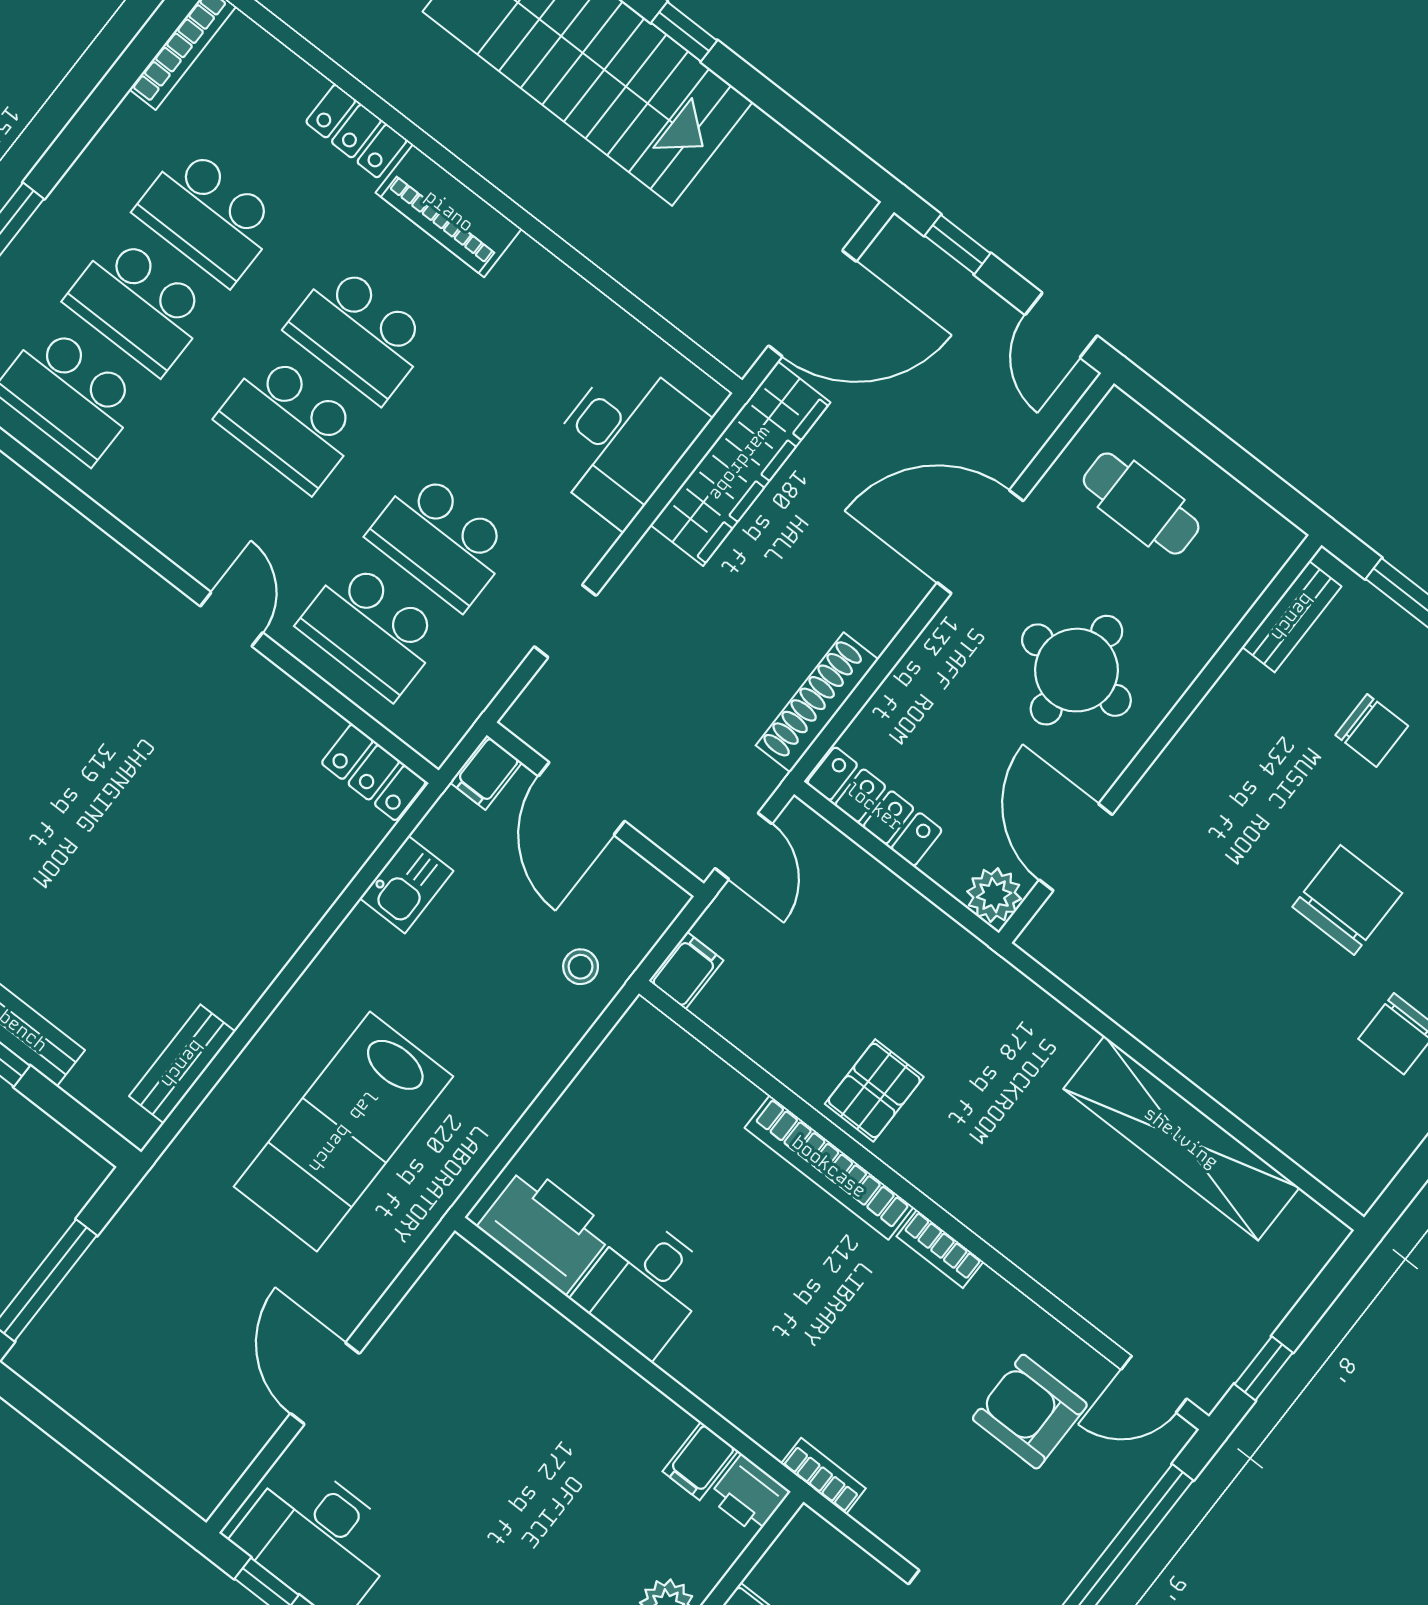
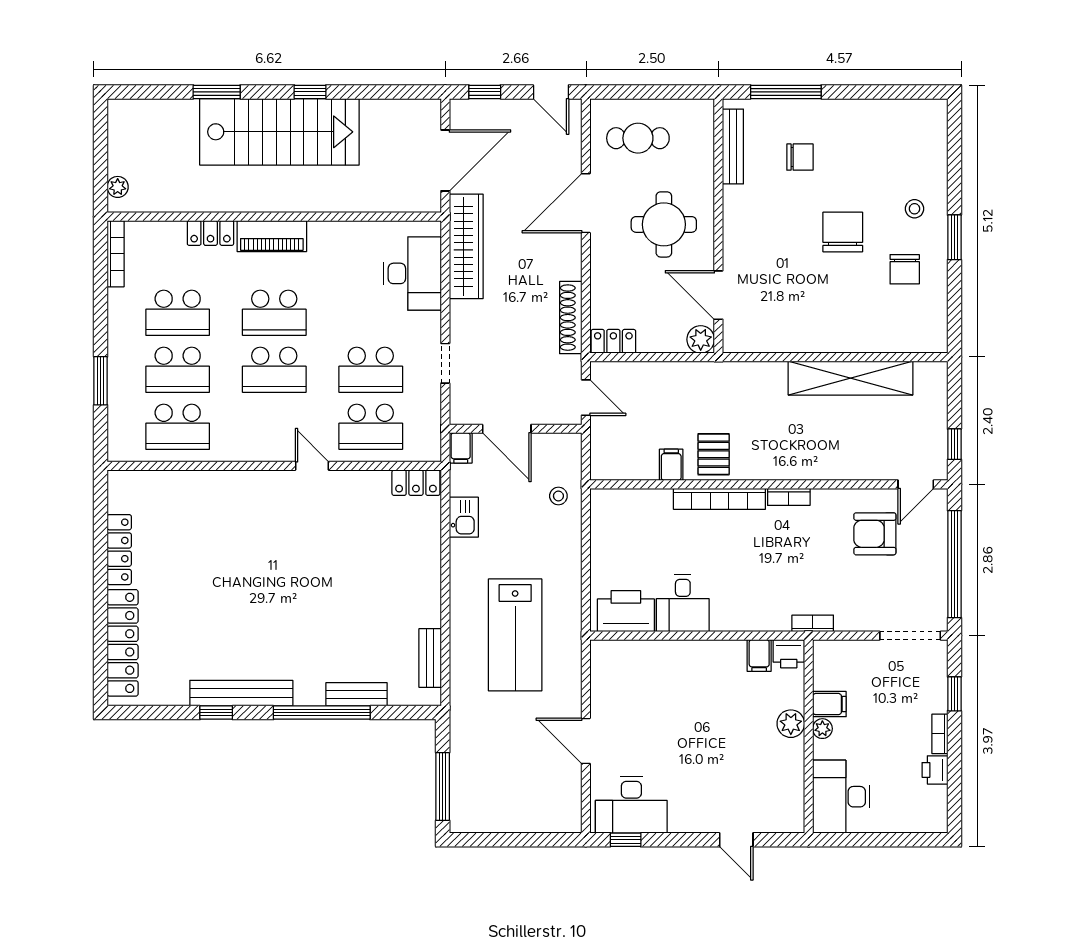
bench: (1292, 617) -> (733, 147), width x1.36
locker: (874, 807) -> (613, 341), width x0.66
filing cabinet: (686, 971) -> (671, 465), moved

